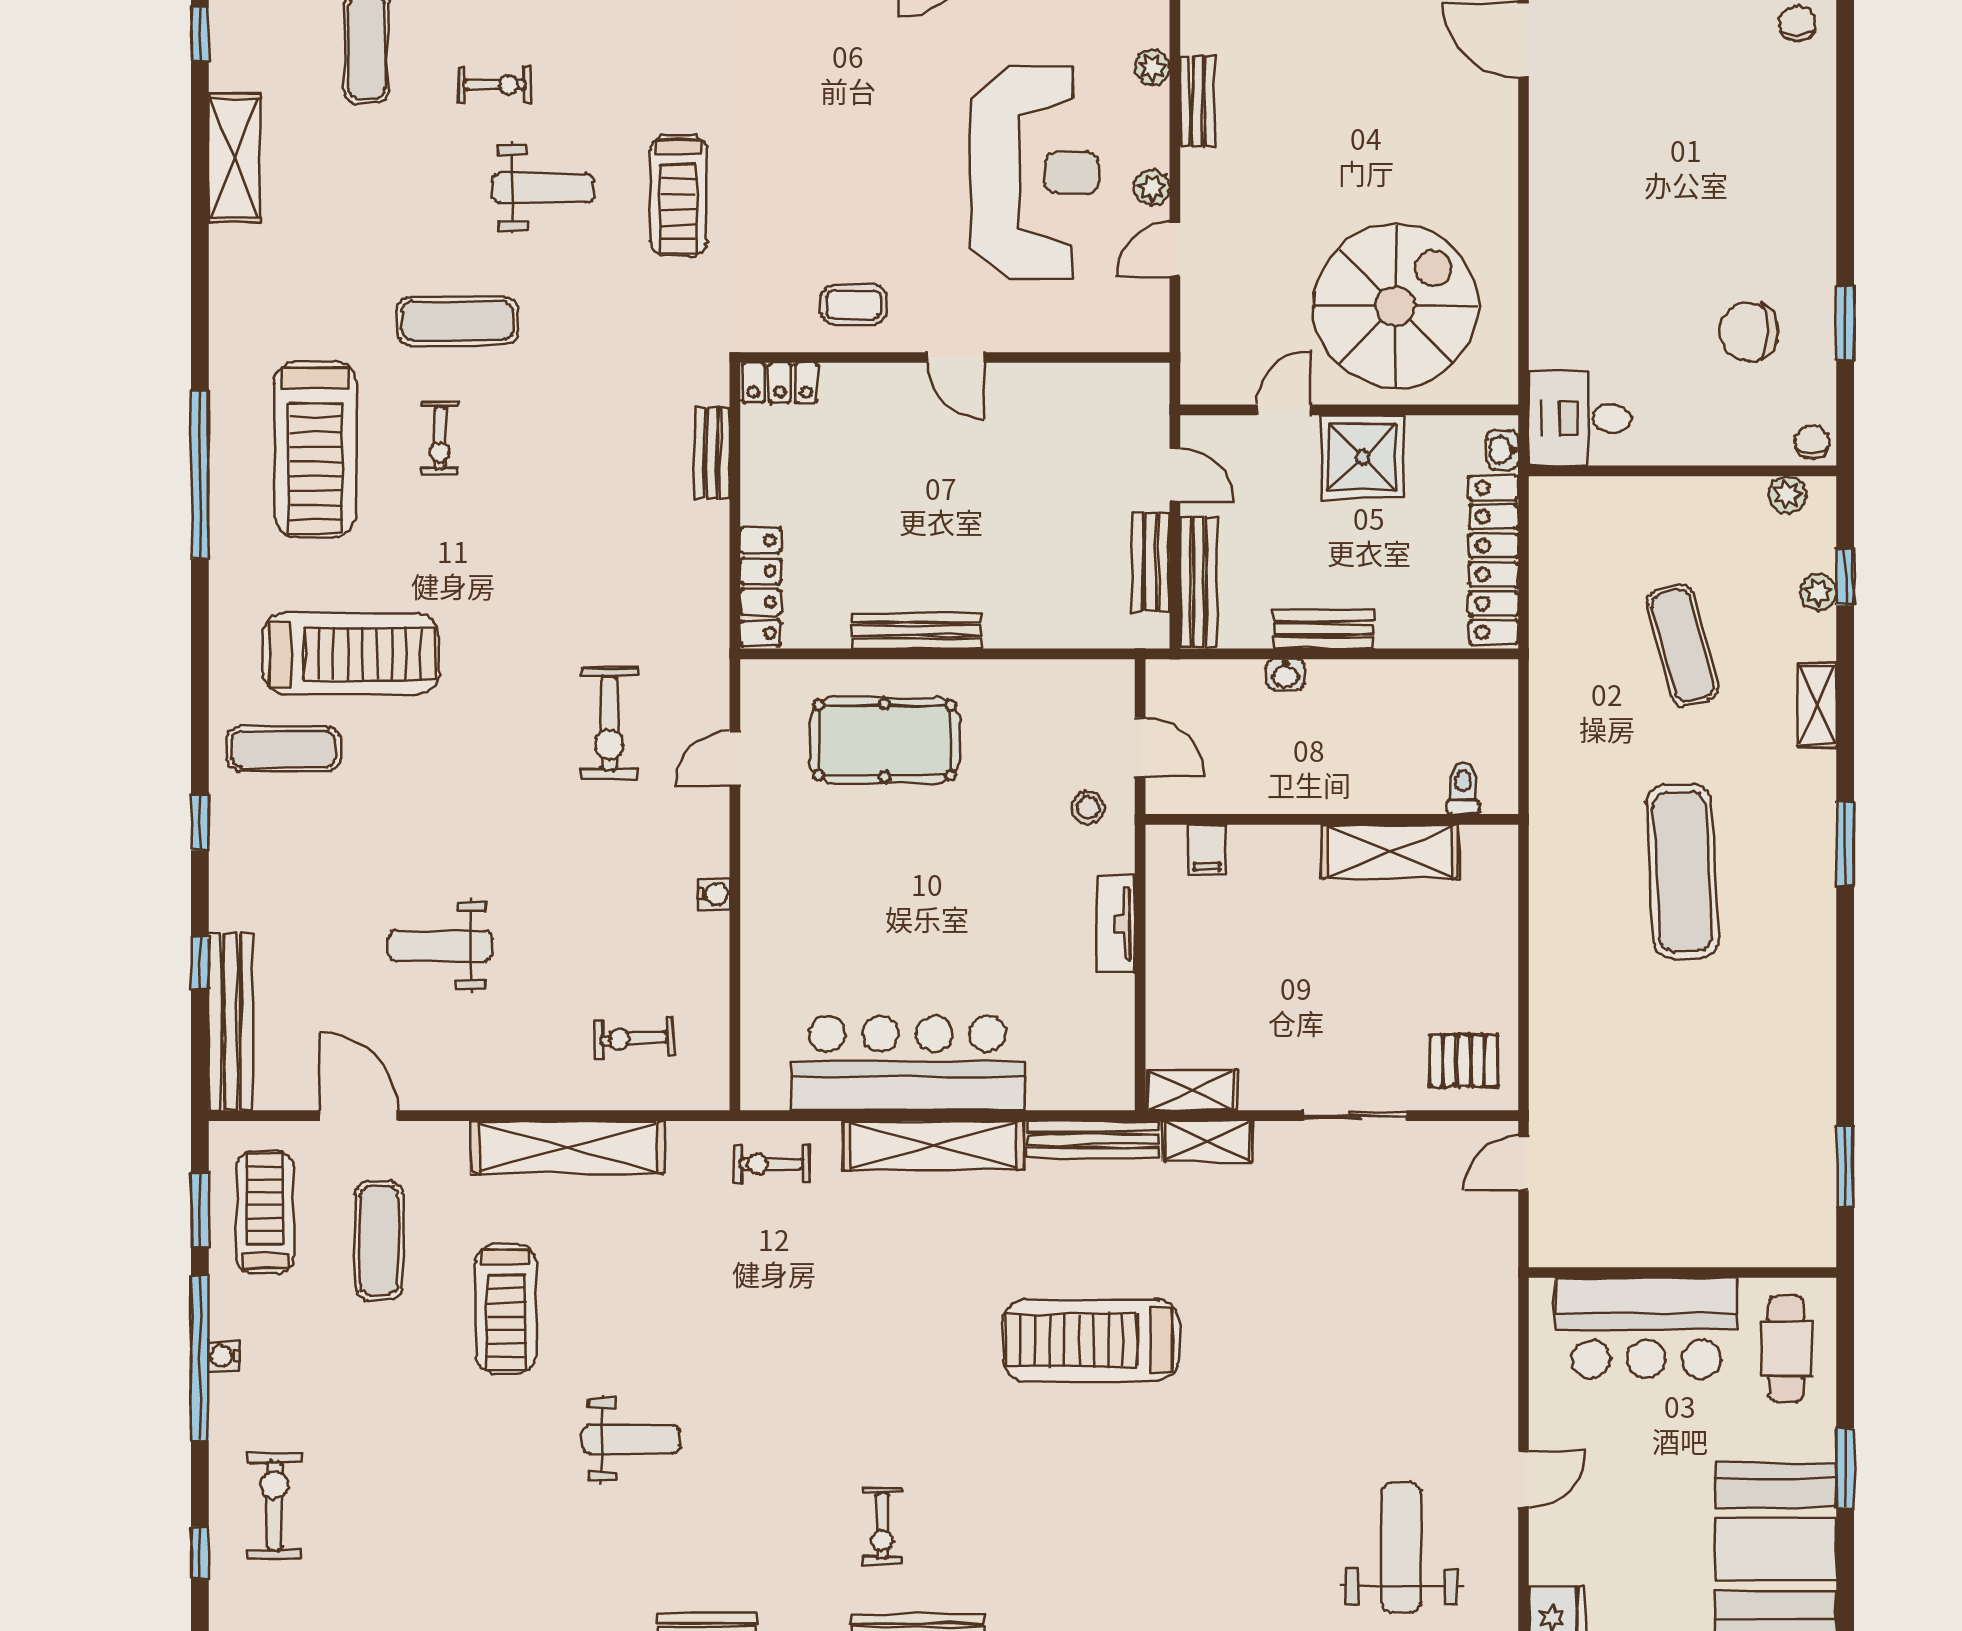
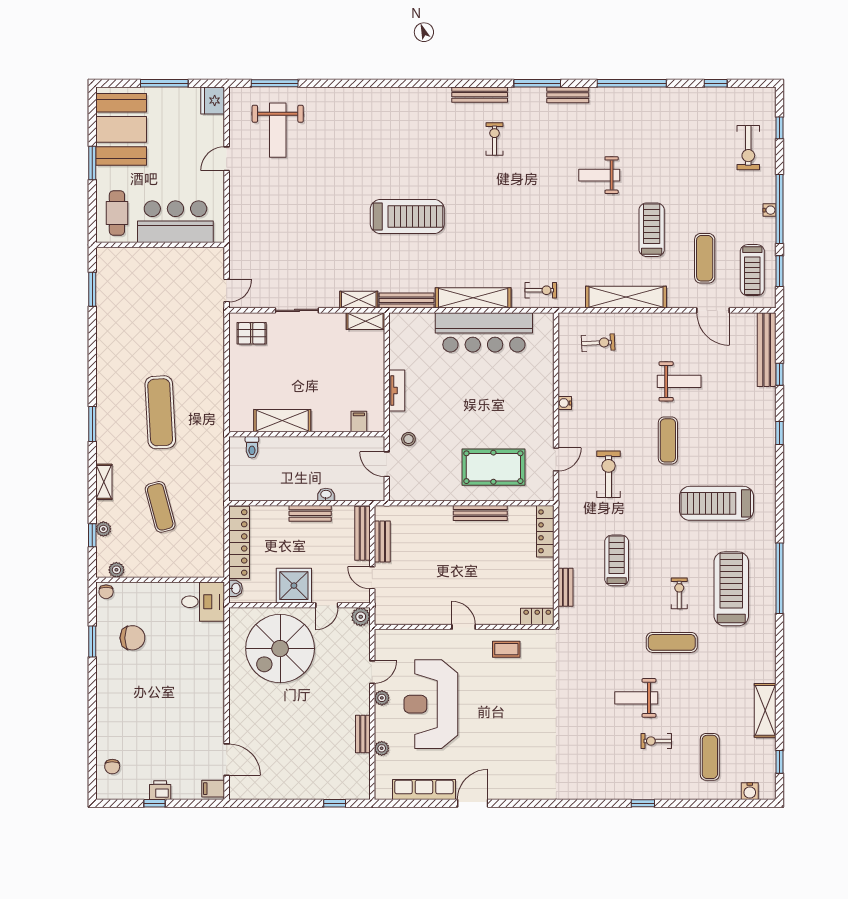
treadmill: (678, 196) -> (617, 560), moved
plant: (1203, 382) -> (361, 617), added
exercise mat: (284, 749) -> (668, 440), moved, turned 90

